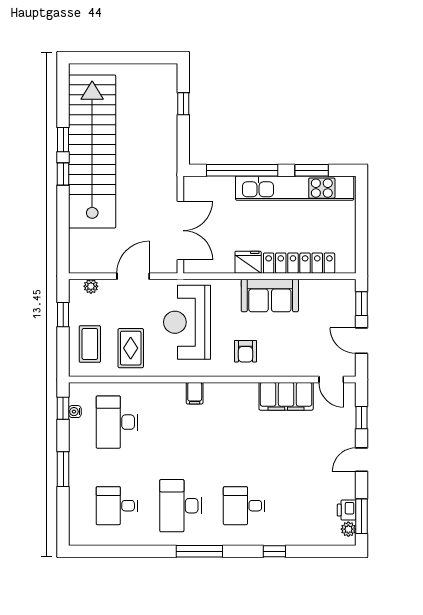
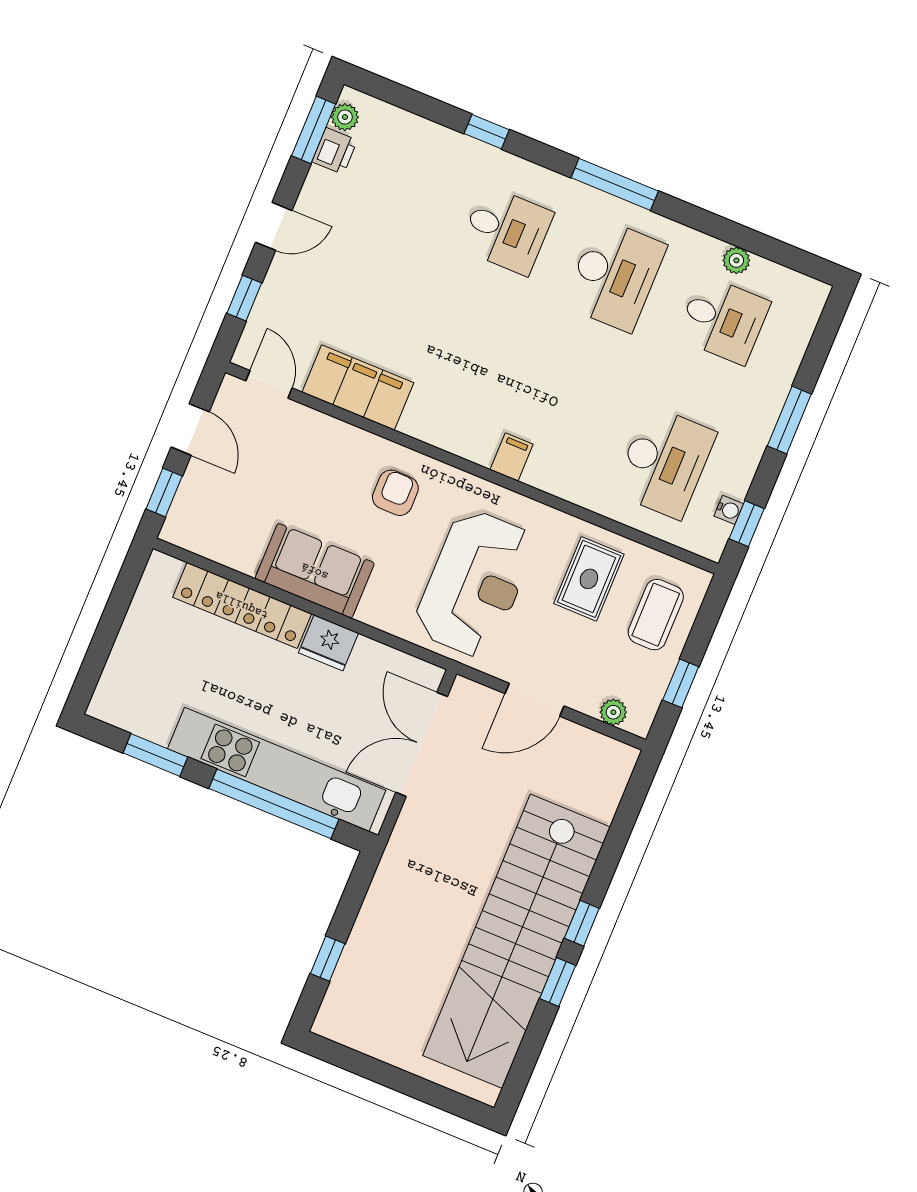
kitchen unit: (295, 188) -> (277, 769), moved
plant: (123, 538) -> (736, 260), added

